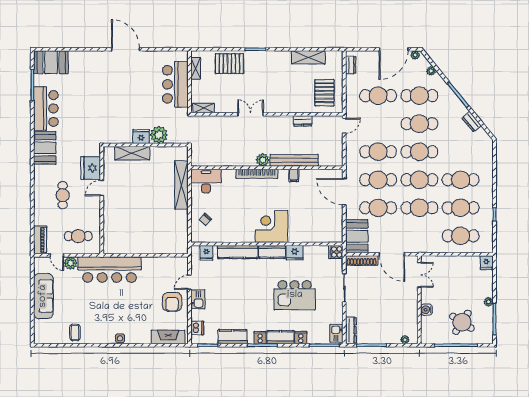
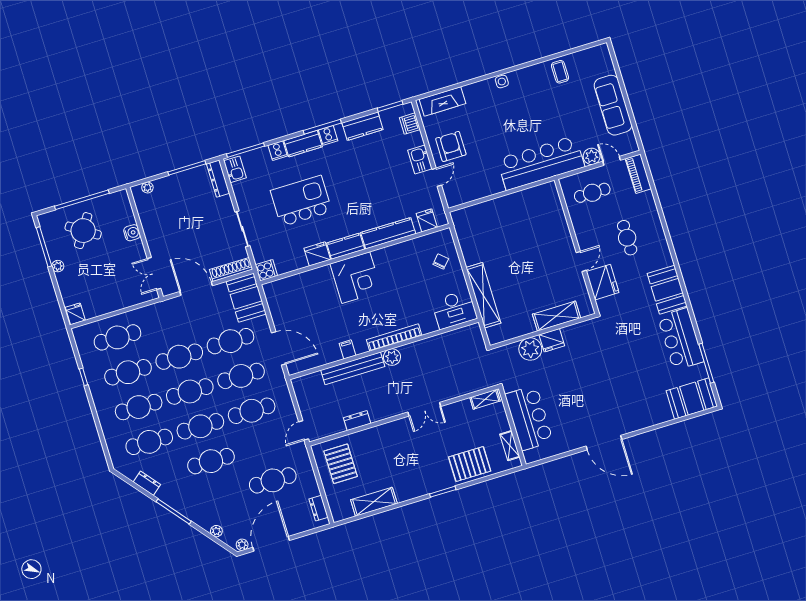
cafe table: (419, 96) -> (149, 442), moved

